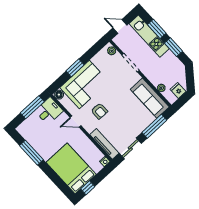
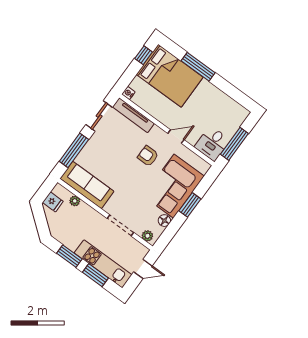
floor lamp: (59, 95) -> (164, 221), moved
window: (31, 153) -> (198, 67), moved

